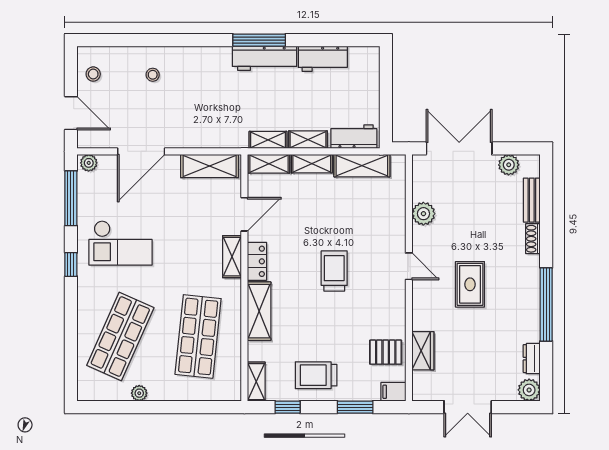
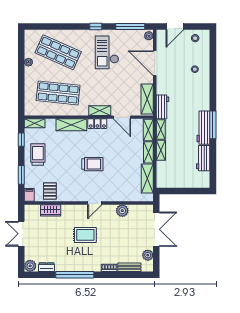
workbench: (354, 137) -> (162, 107), moved

